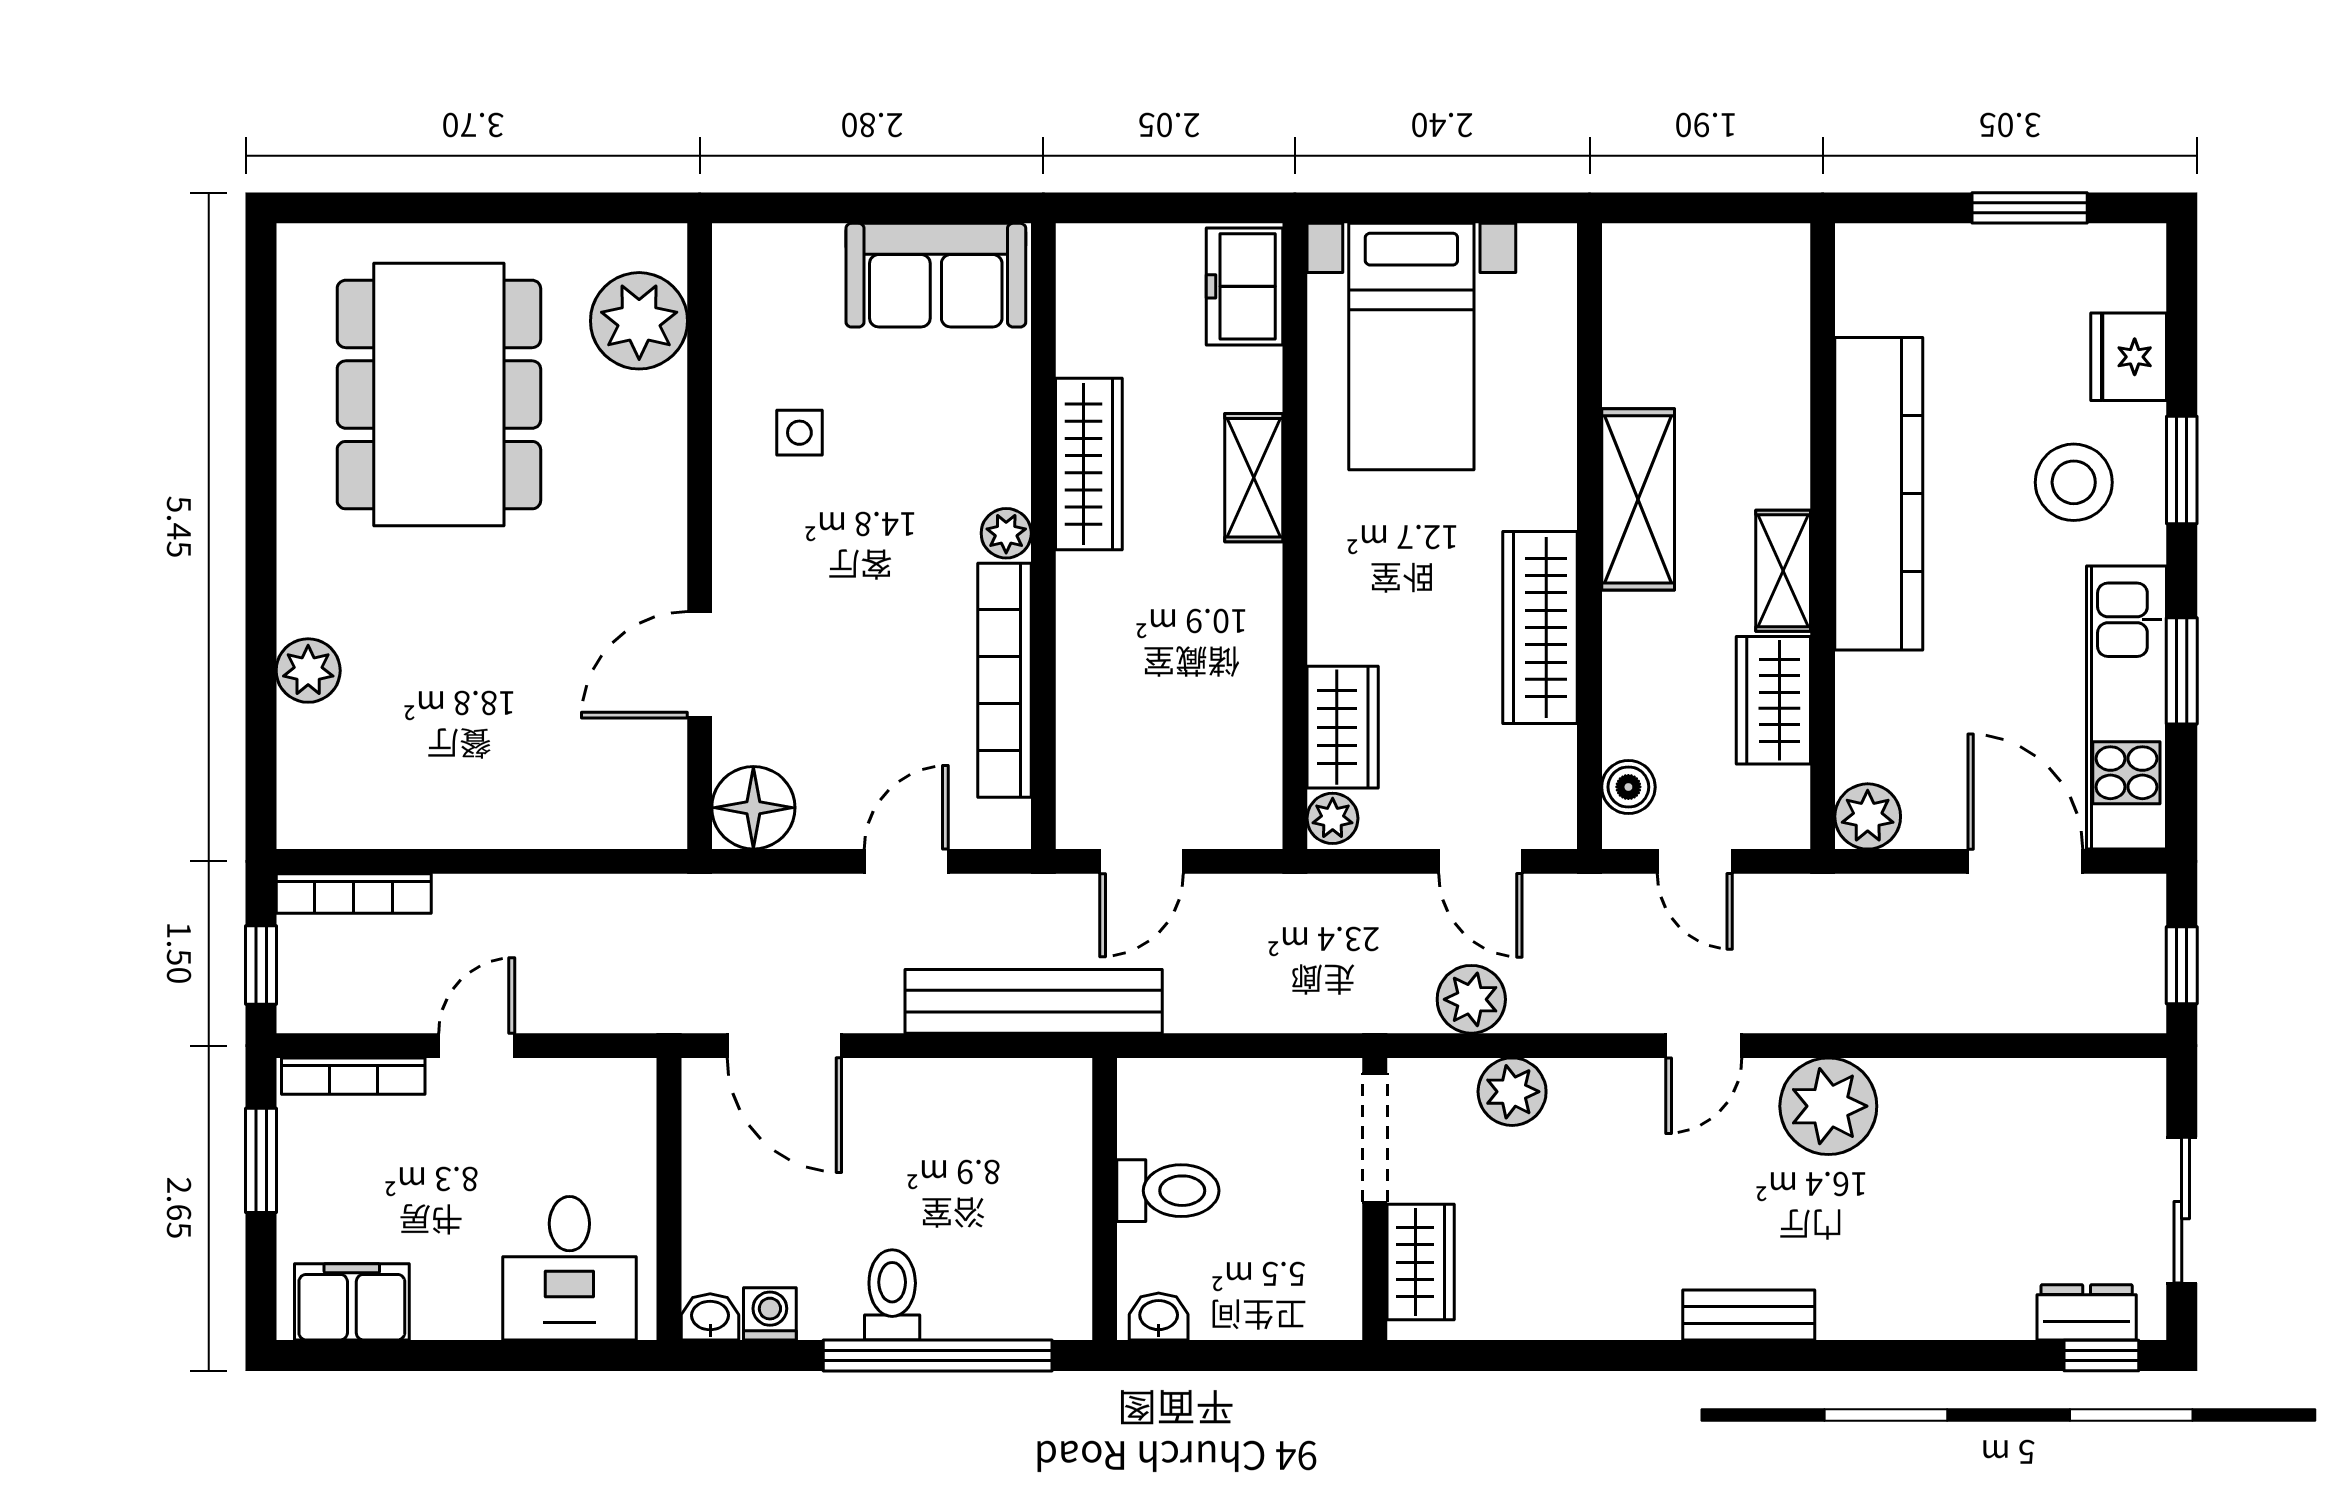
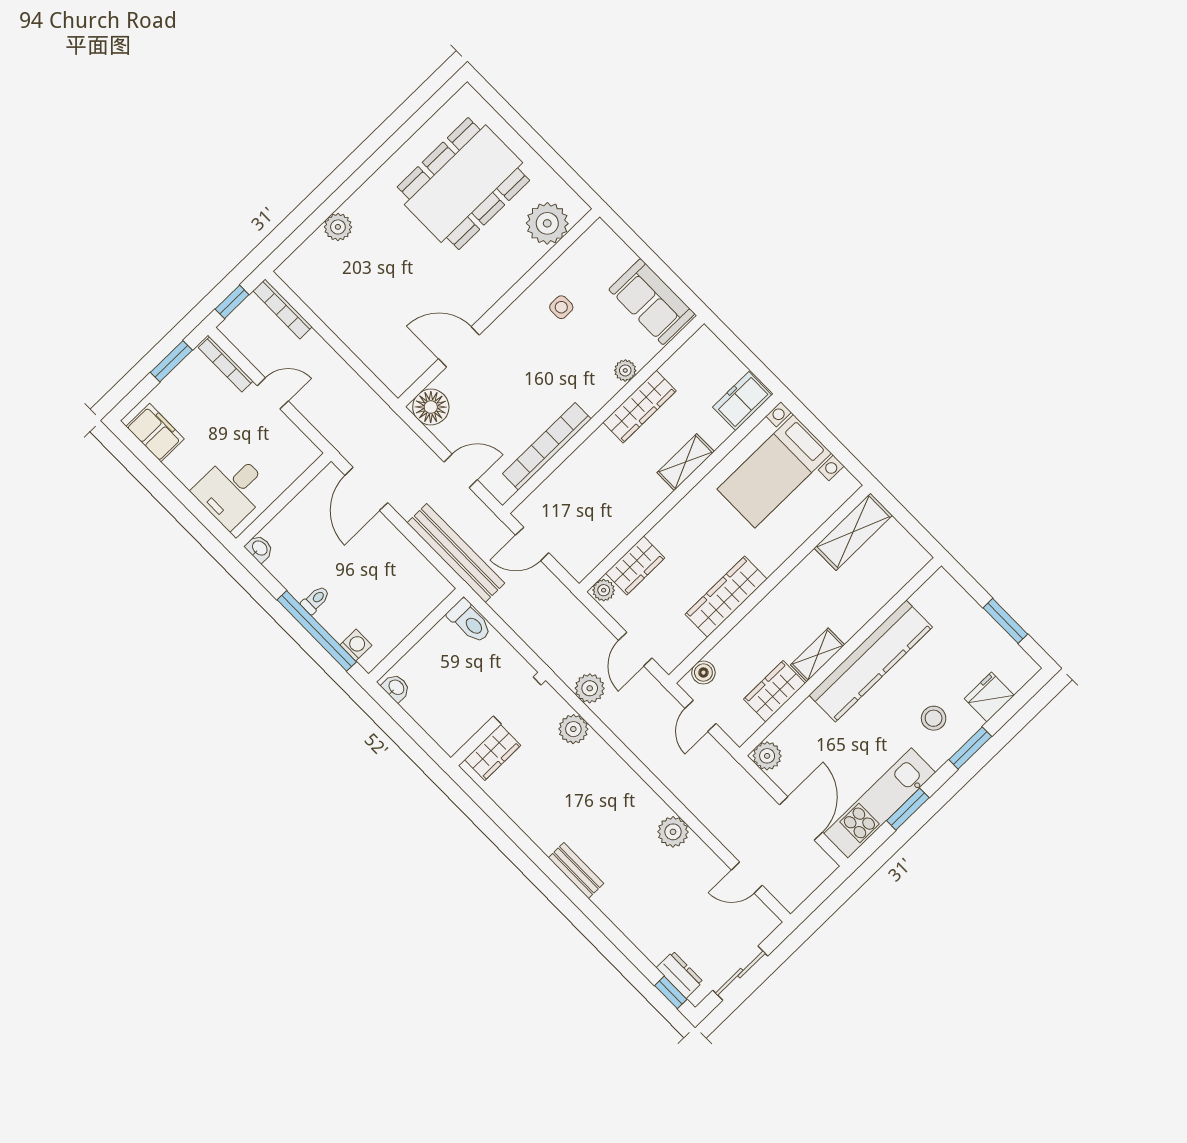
stool: (2074, 482) -> (934, 718), width x0.73, depth x0.73
shelving: (1638, 499) -> (853, 532), moved
plant: (1006, 533) -> (625, 370), moved
window: (2182, 965) -> (816, 899), removed
door: (1704, 1046) -> (747, 878), moved
plant: (1828, 1106) -> (673, 832), width x0.73, depth x0.73
toilet: (1168, 1191) -> (470, 621), moved
toilet: (892, 1295) -> (315, 600), width x0.73, depth x0.72
washing machine: (770, 1314) -> (356, 645), moved

